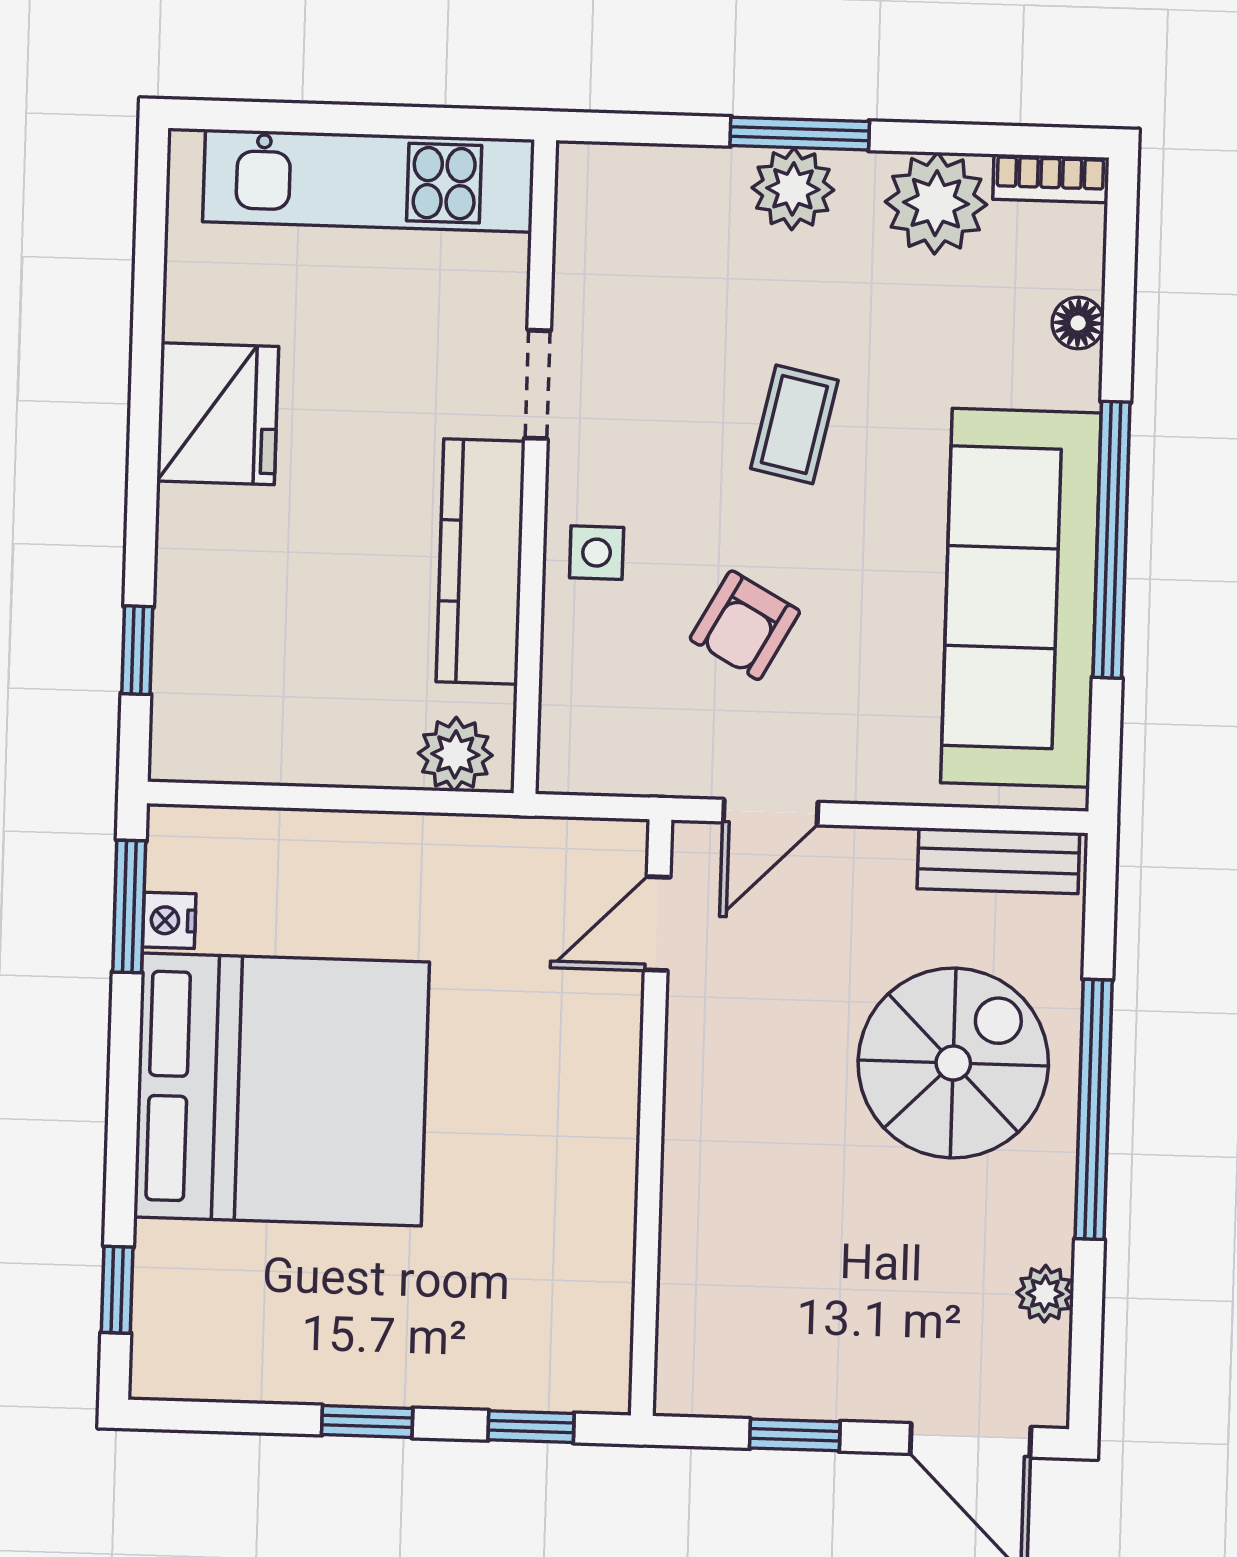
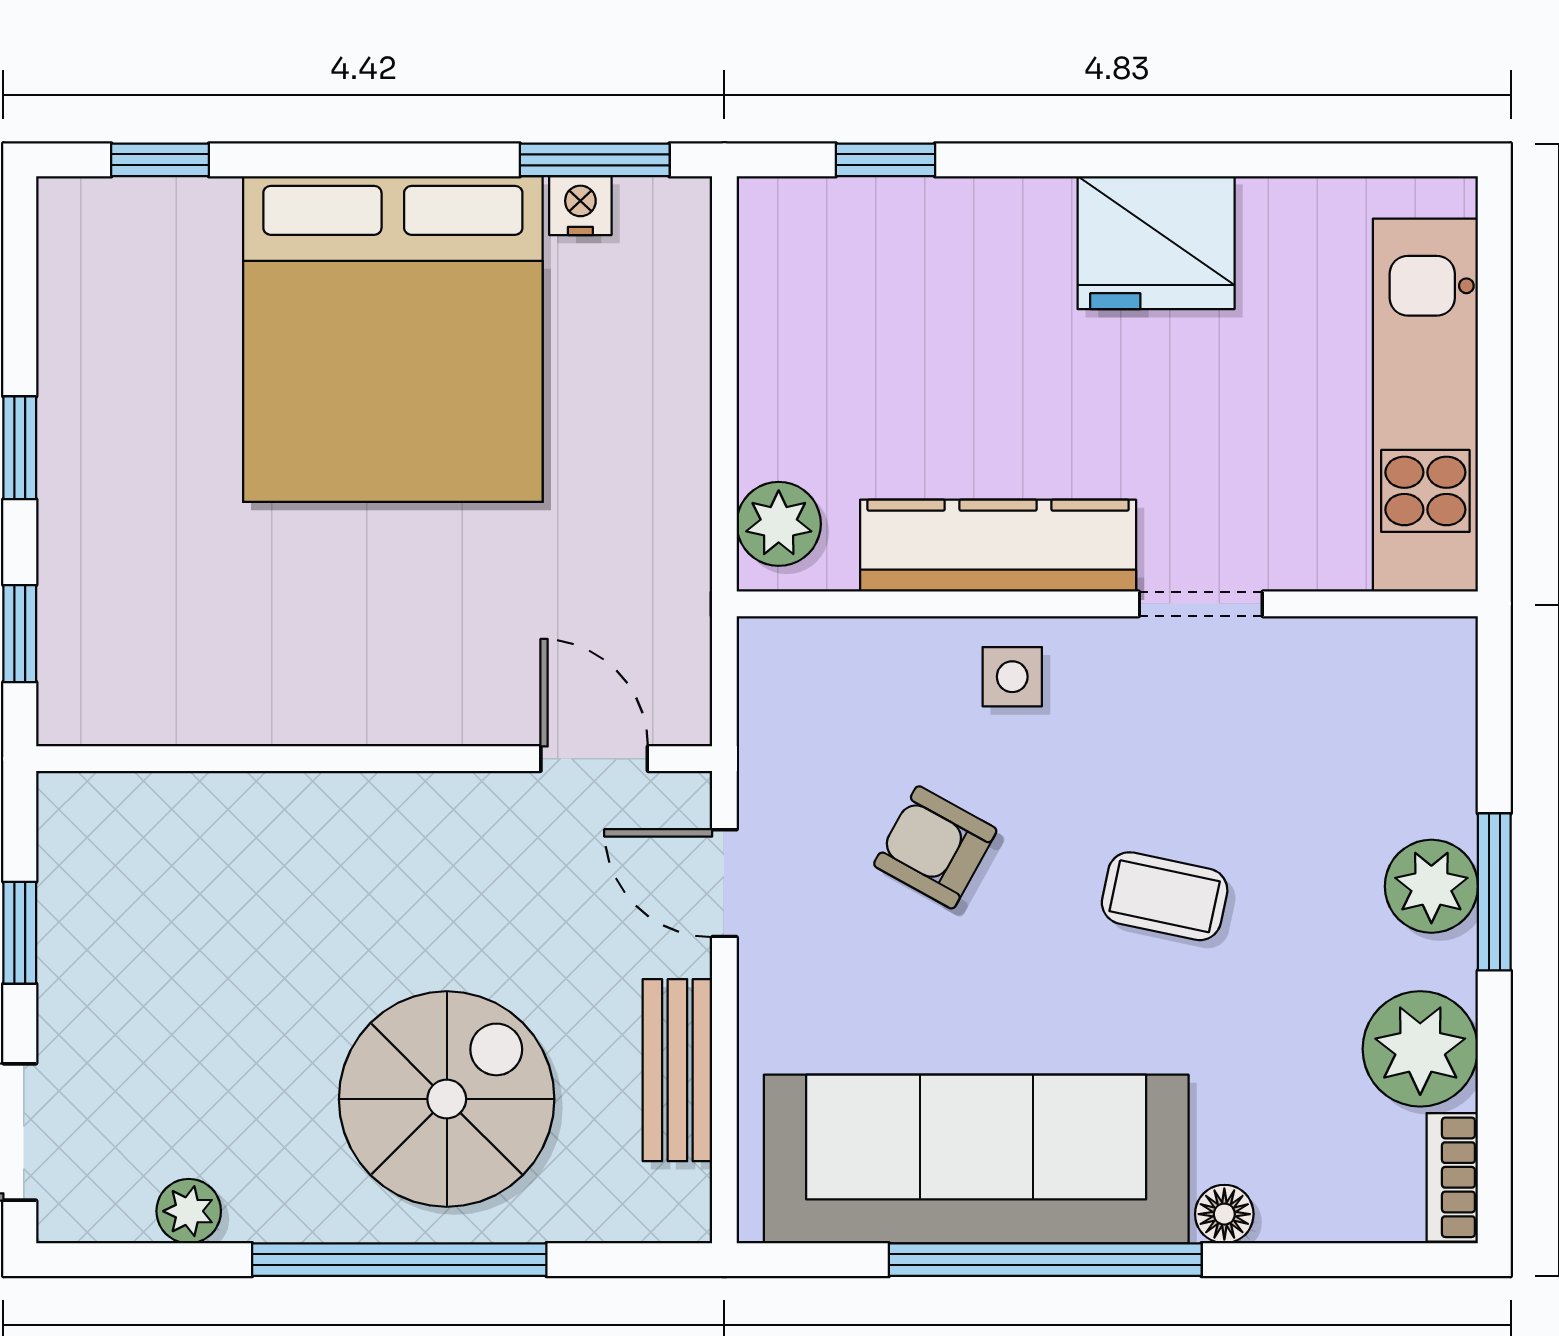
floor lamp: (1078, 323) -> (1224, 1214), moved
bench: (998, 861) -> (677, 1070), moved
spiral stairs: (953, 1063) -> (447, 1099), turned -90

